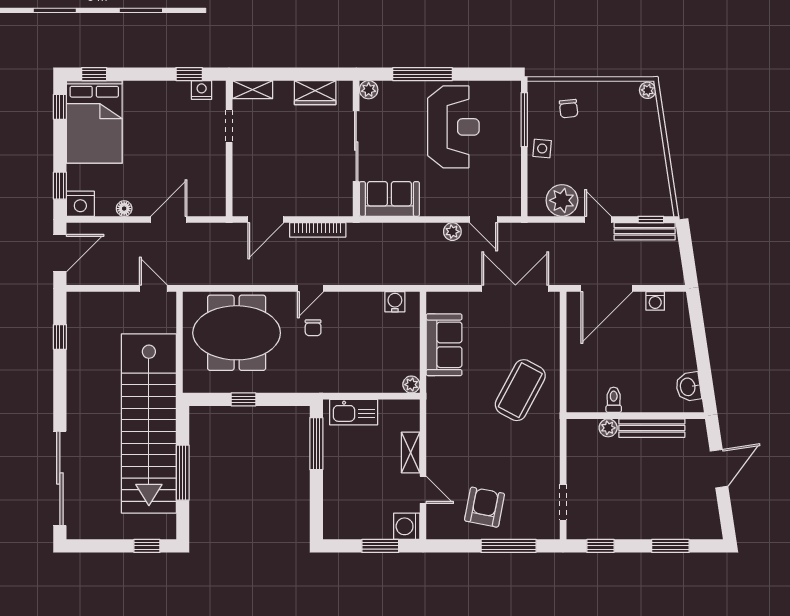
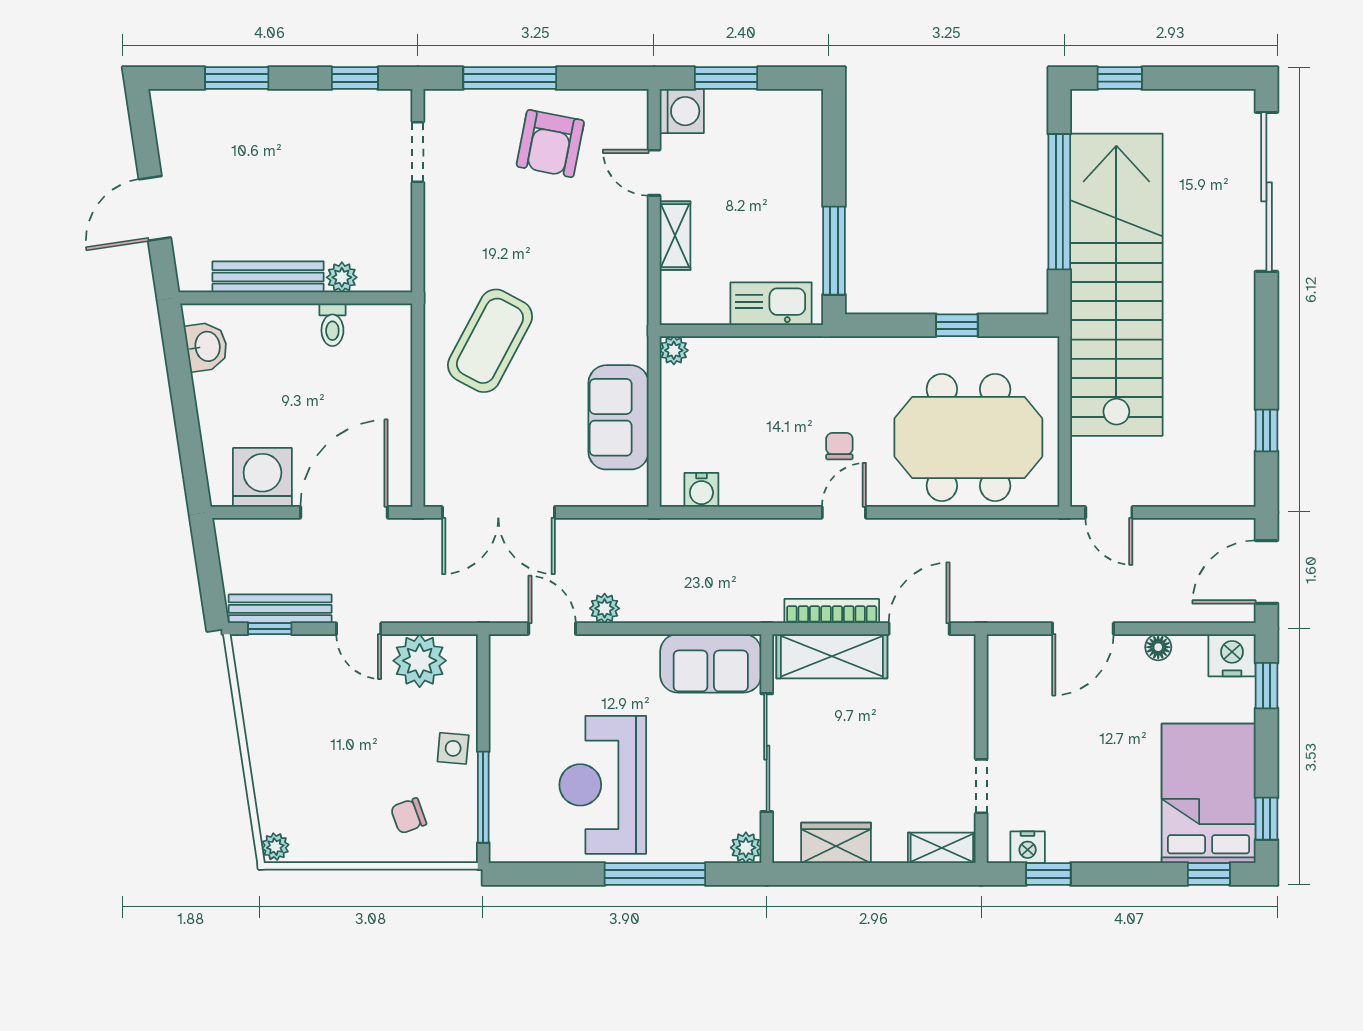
chair: (569, 109) -> (409, 816), turned -104
shelving: (318, 203) -> (832, 656), added
washing machine: (655, 301) -> (262, 477), width x1.89, depth x1.89
window: (183, 473) -> (1059, 202), width x1.46

